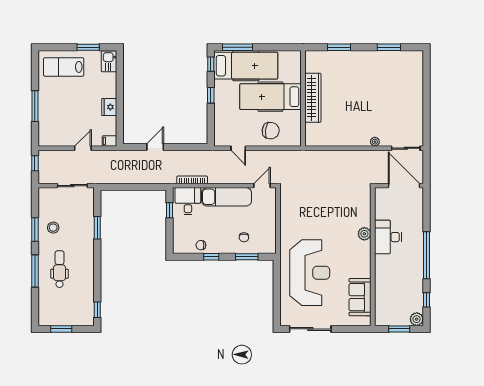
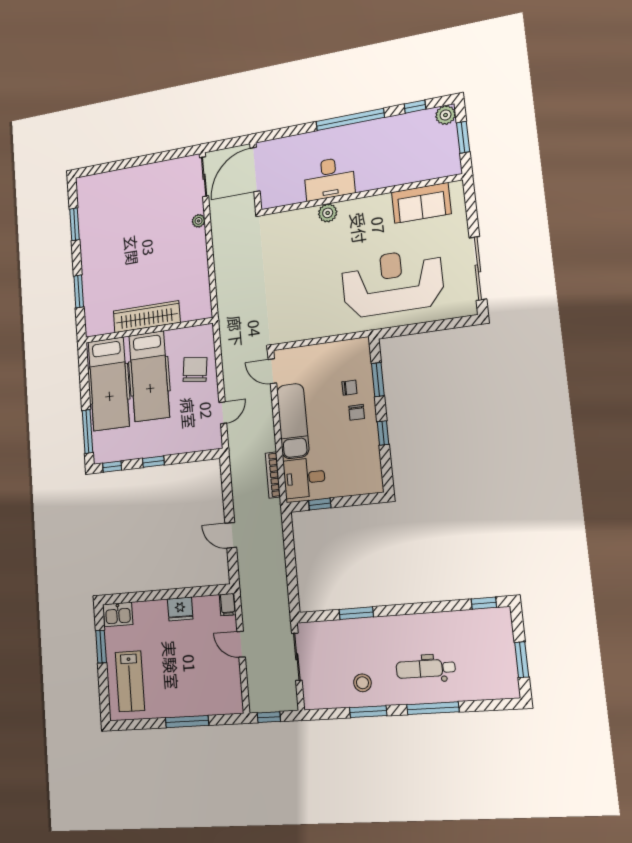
hospital bed: (246, 66) -> (109, 384), moved, turned 180
chair: (201, 245) -> (357, 412), moved

